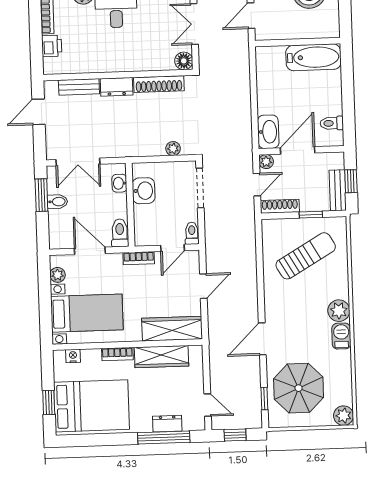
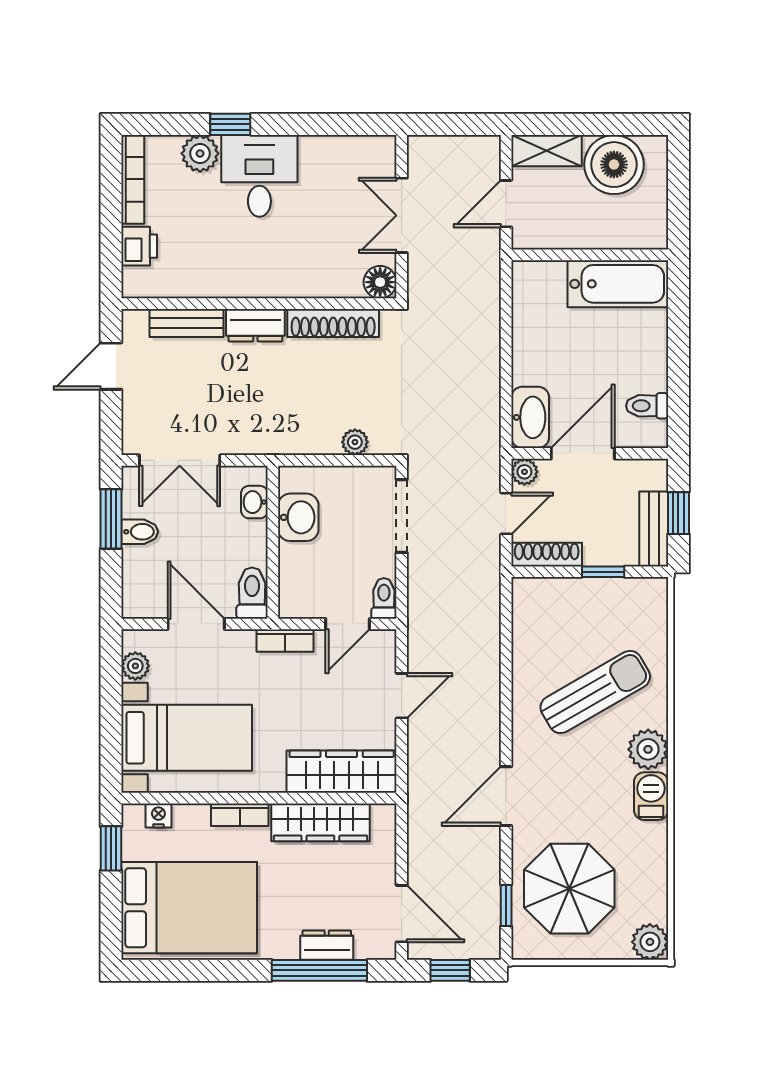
sun lounger: (306, 256) -> (595, 692), moved
window: (49, 402) -> (111, 848), moved
door: (208, 405) -> (402, 914), width x1.38

